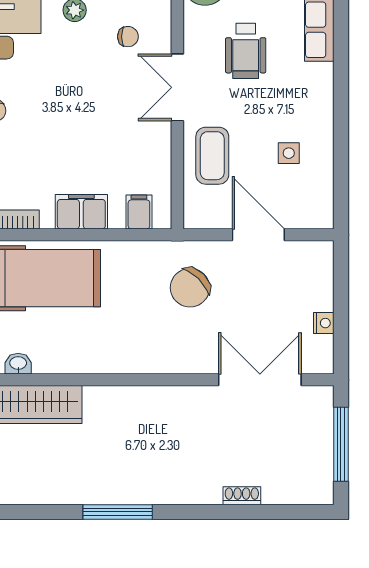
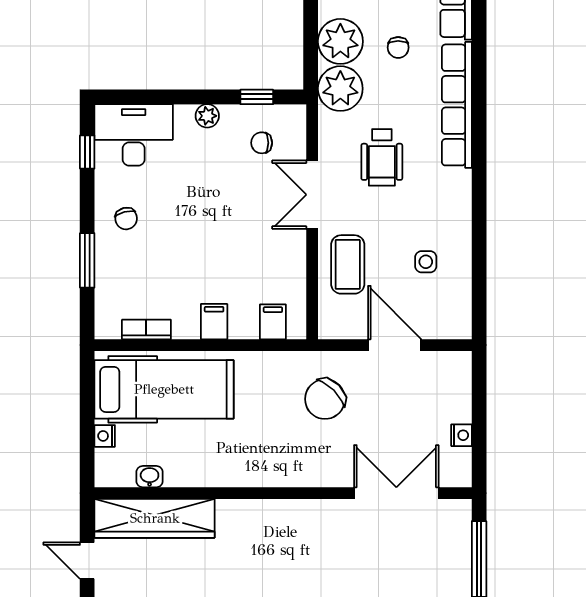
chair: (128, 37) -> (262, 143), turned 180
filing cabinet: (81, 212) -> (214, 322), width x0.50

